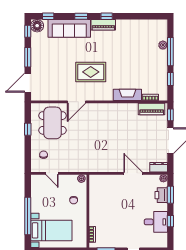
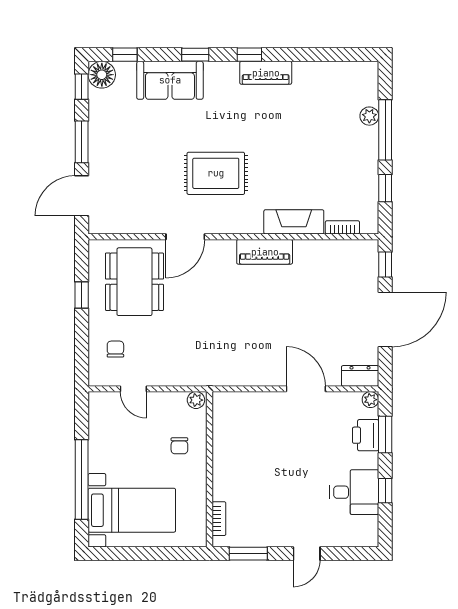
piano: (103, 25) -> (266, 73), moved
sofa: (69, 28) -> (170, 80), width x0.73
piano: (152, 109) -> (265, 252), moved

